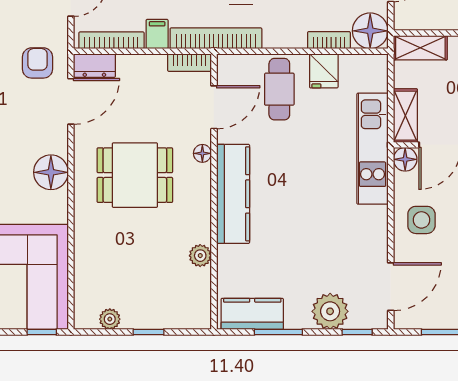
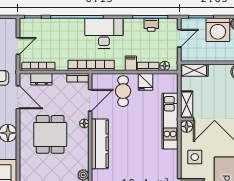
floor lamp: (370, 31) -> (165, 66), width x0.53, depth x0.53
filing cabinet: (157, 34) -> (131, 63), moved
dresser: (94, 66) -> (41, 79), moved
door: (71, 101) -> (18, 97), hinge flipped
dining table: (135, 175) -> (50, 134), turned 90

